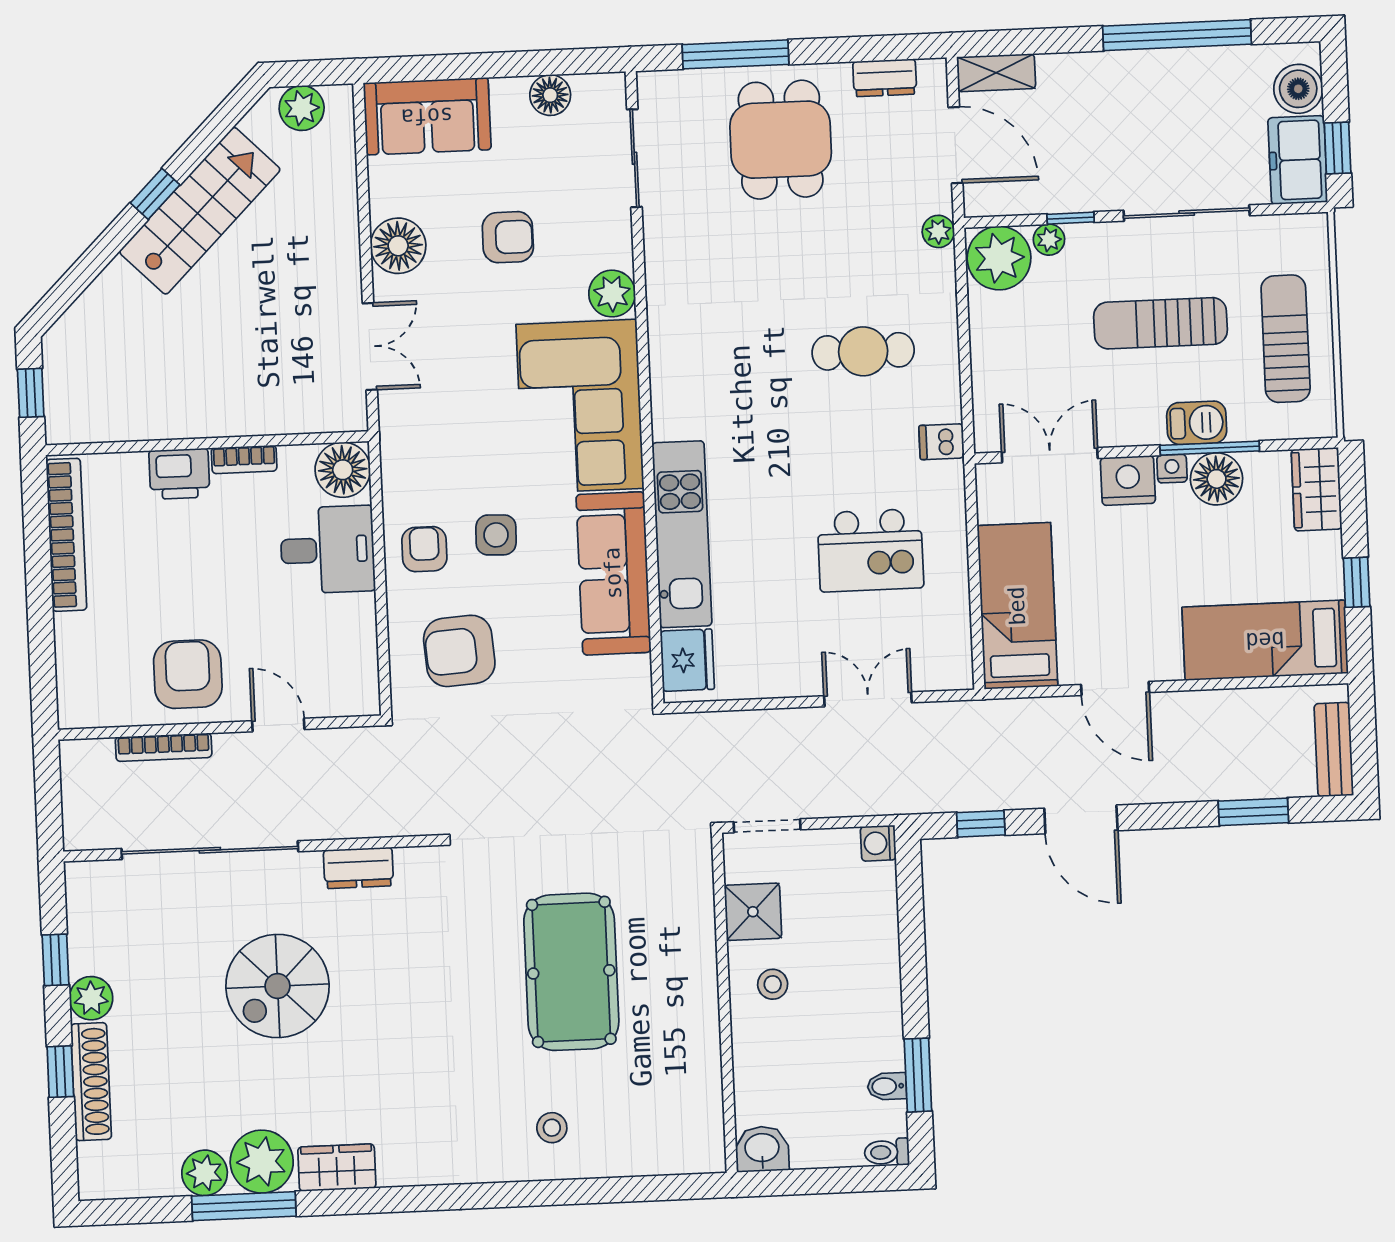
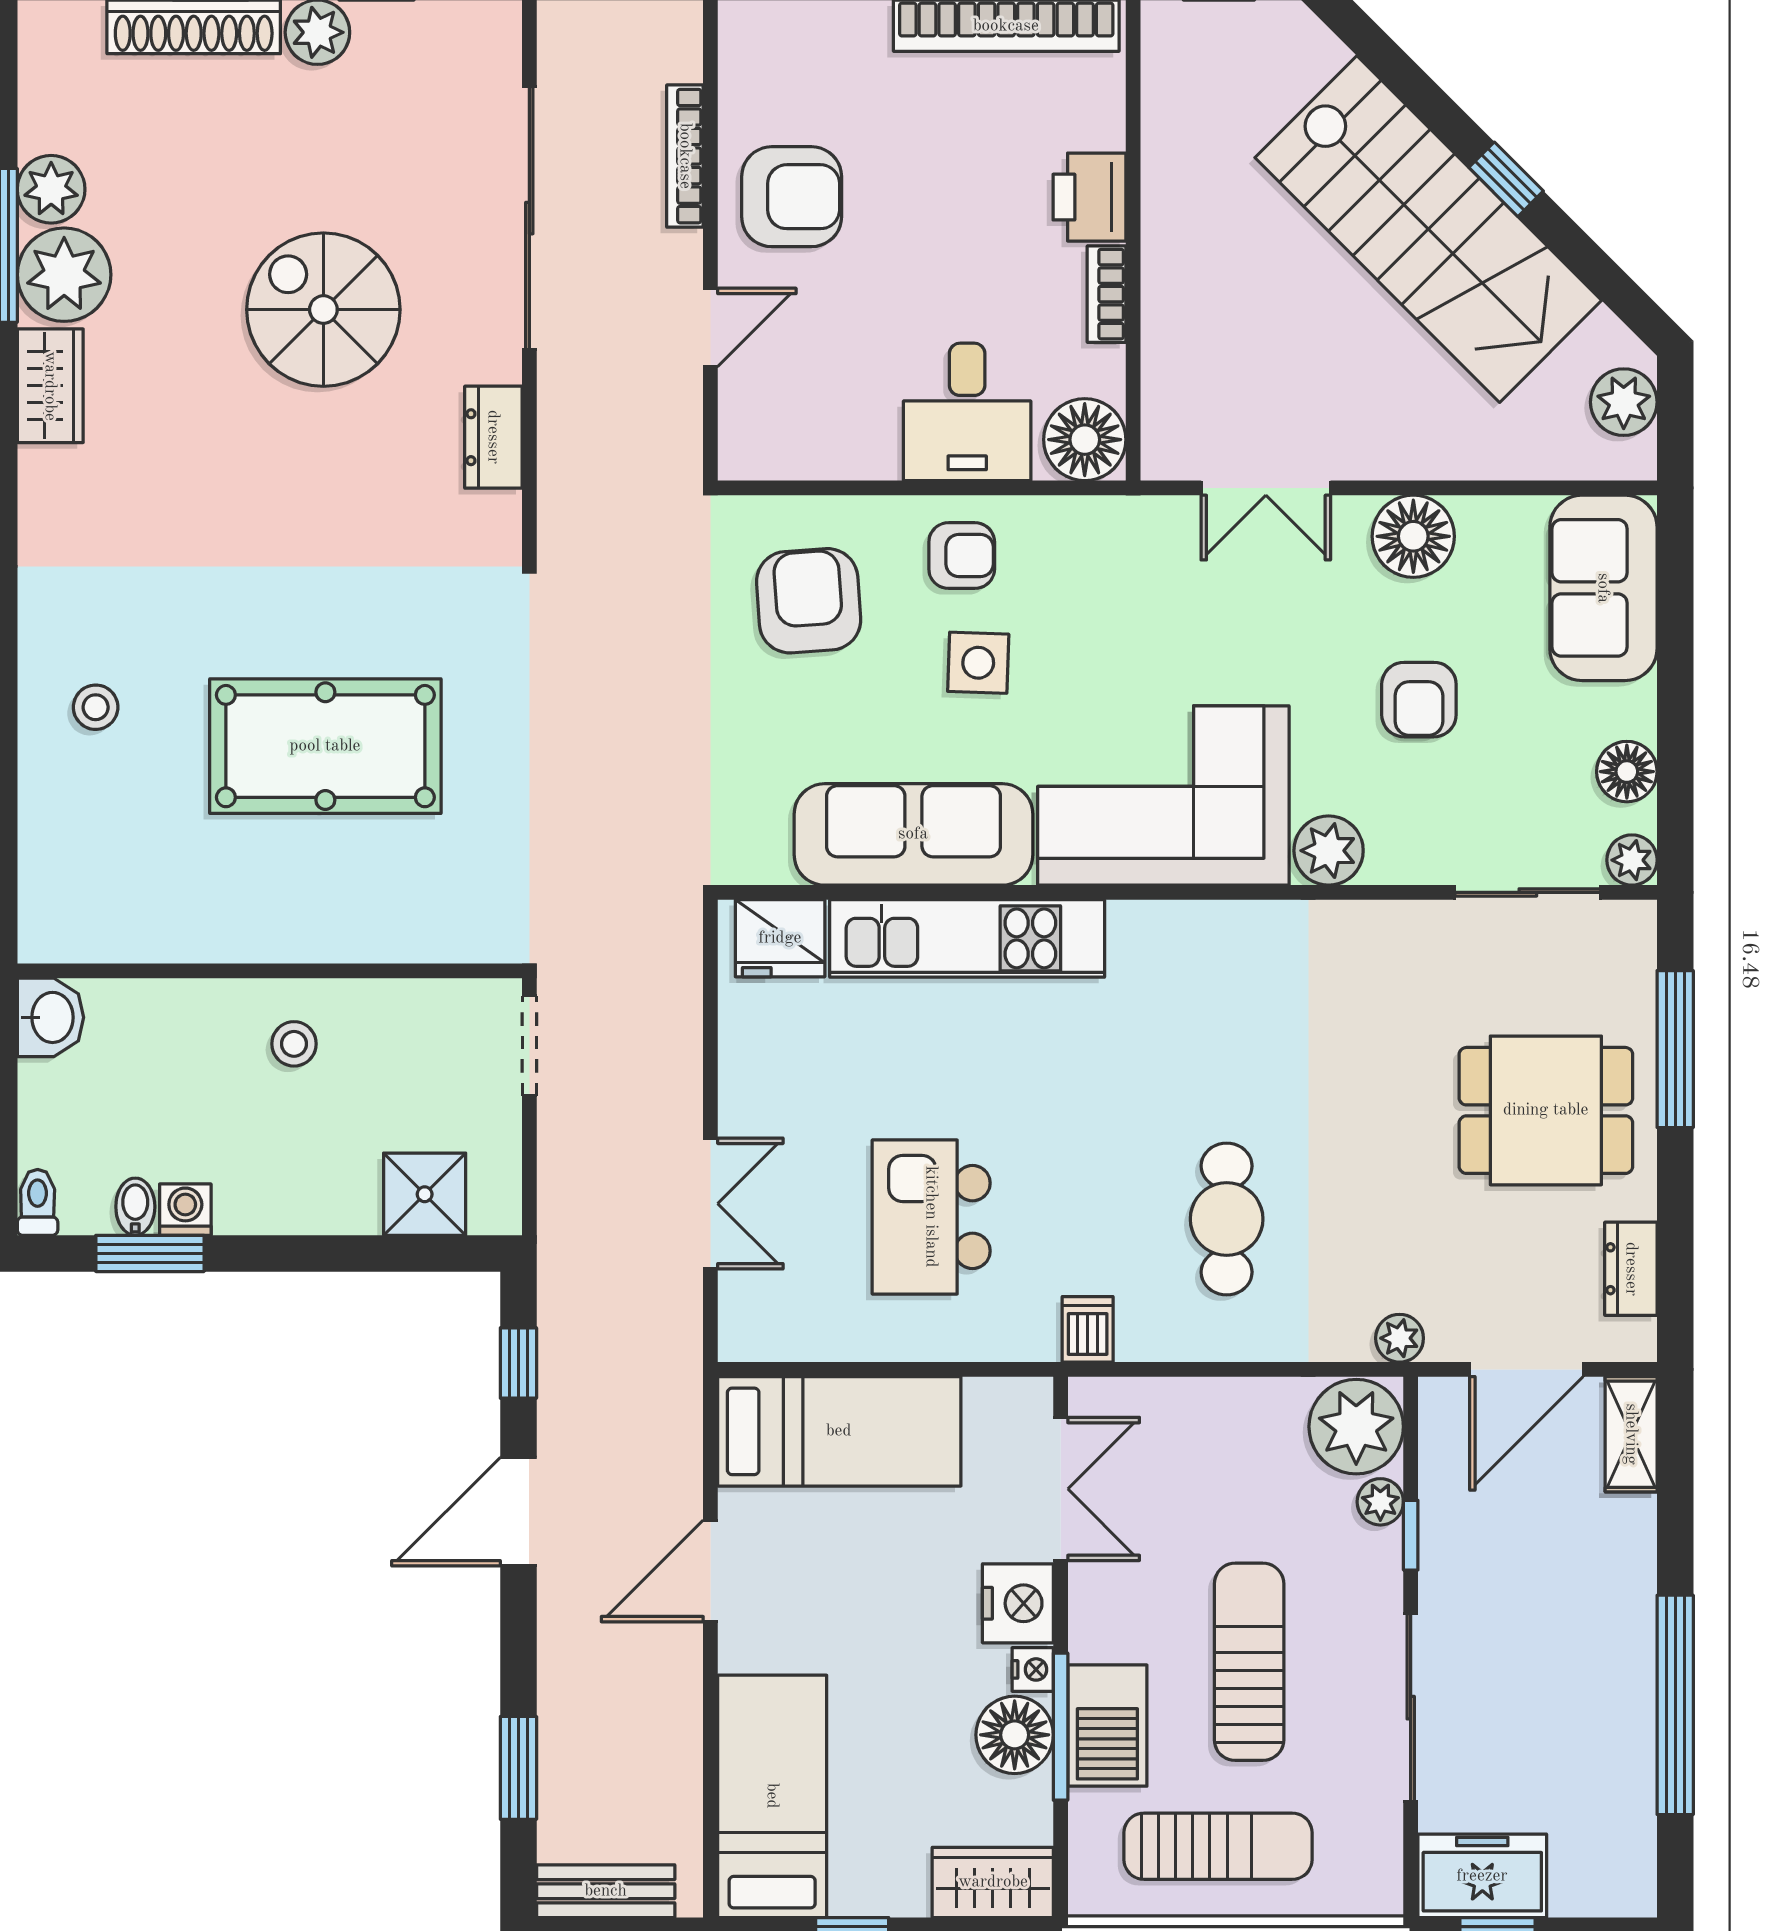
plant: (610, 89) -> (1632, 860), added
boiler: (1298, 89) -> (1588, 1881), removed
stairs: (200, 211) -> (1428, 229), width x1.36, depth x1.51
barbecue: (1197, 423) -> (1107, 1726), width x1.38, depth x1.27
washing machine: (878, 843) -> (185, 1210), moved
shower: (753, 912) -> (425, 1194), moved

